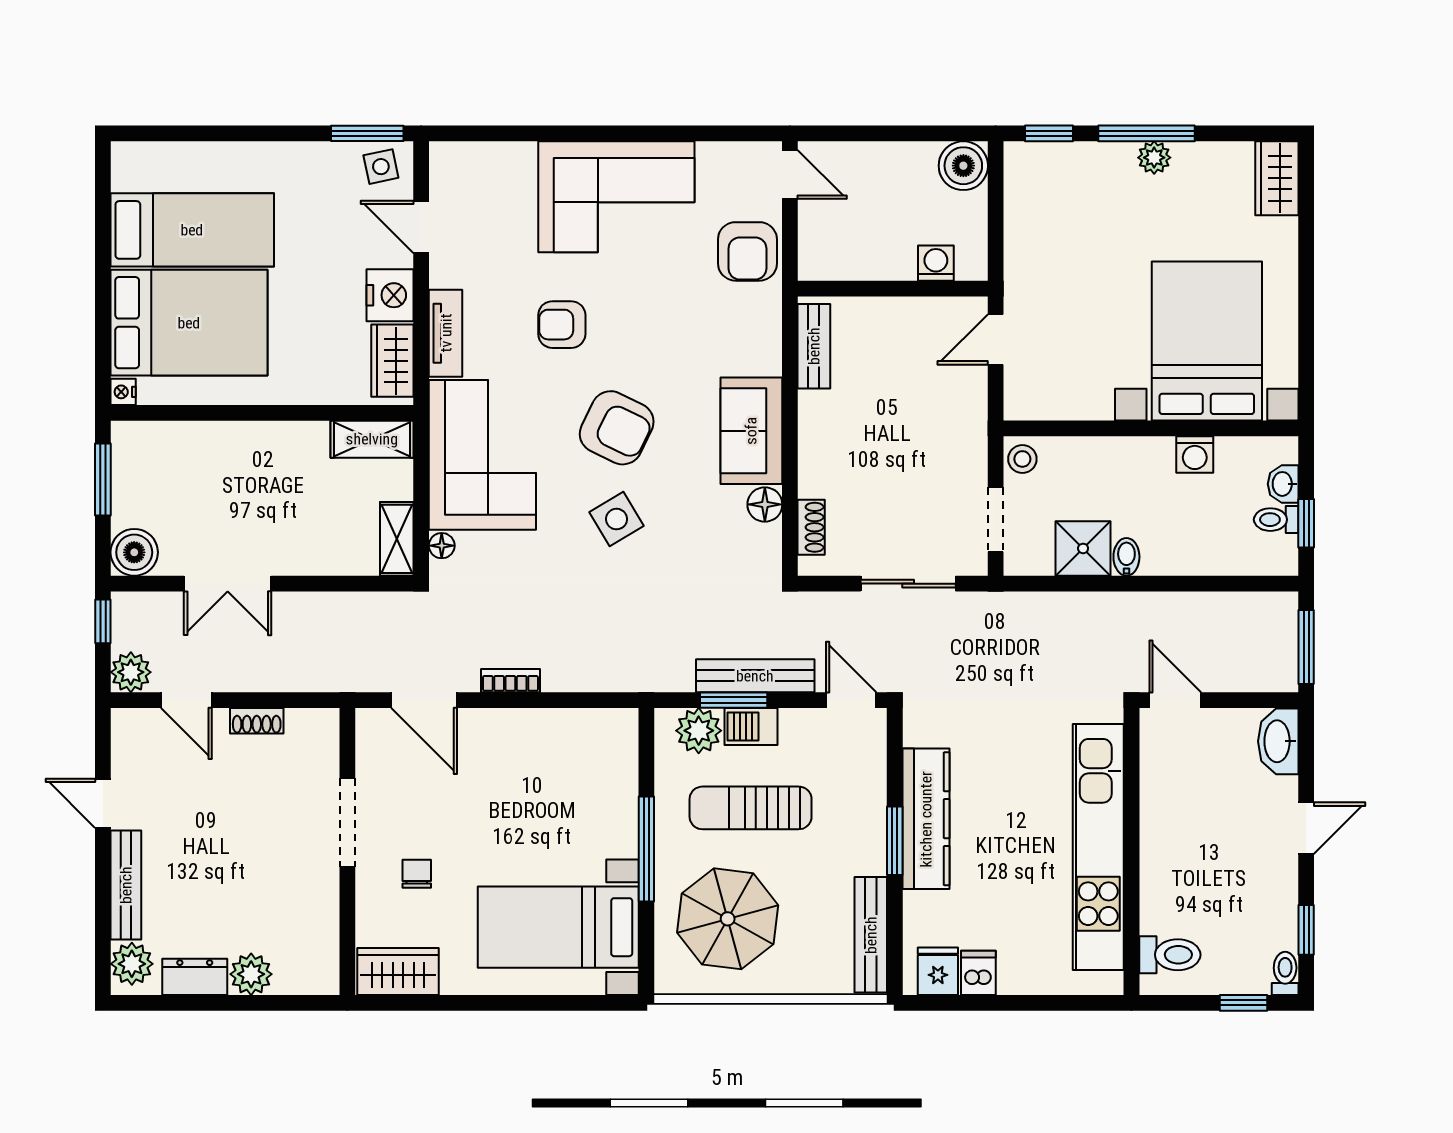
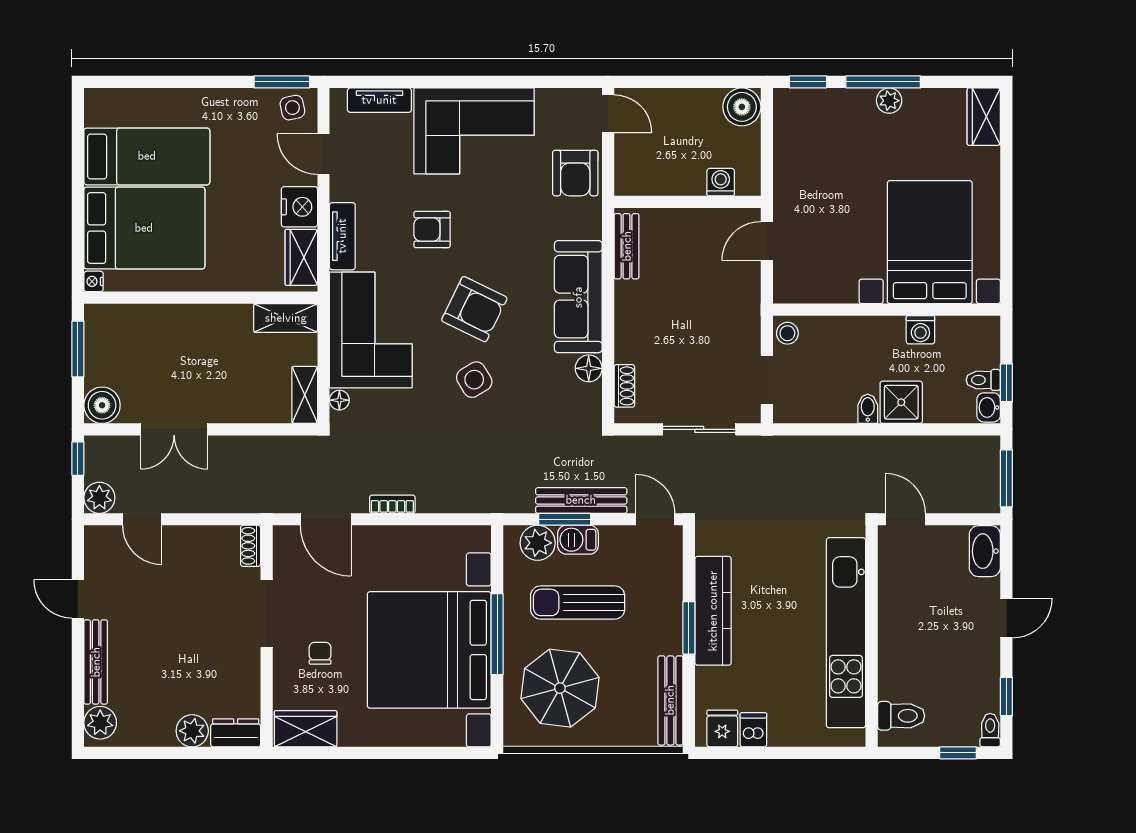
tv unit: (494, 157) -> (379, 100), added
sofa: (751, 431) -> (578, 297), width x1.36
washbasin: (1283, 484) -> (989, 407), moved
shower: (1083, 548) -> (901, 402), moved
shoe rack: (257, 721) -> (251, 546), moved, turned 90
bed with nightstands: (558, 927) -> (429, 650), width x1.85
dresser: (195, 977) -> (236, 733), moved

